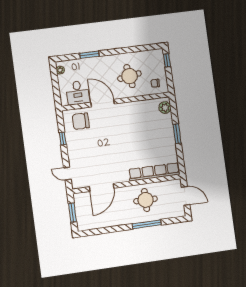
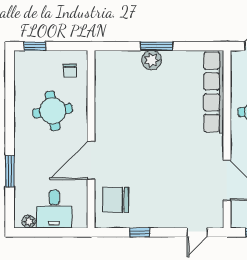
desk: (78, 93) -> (54, 209), moved, turned 90
plant: (165, 108) -> (152, 60), moved
chair: (81, 121) -> (116, 200), turned 90

